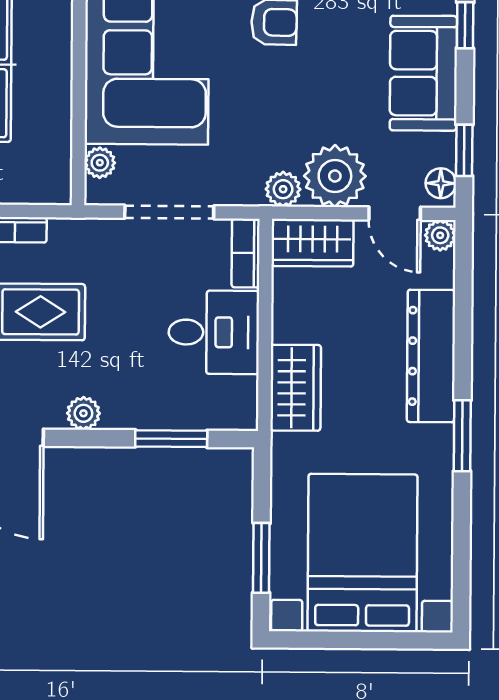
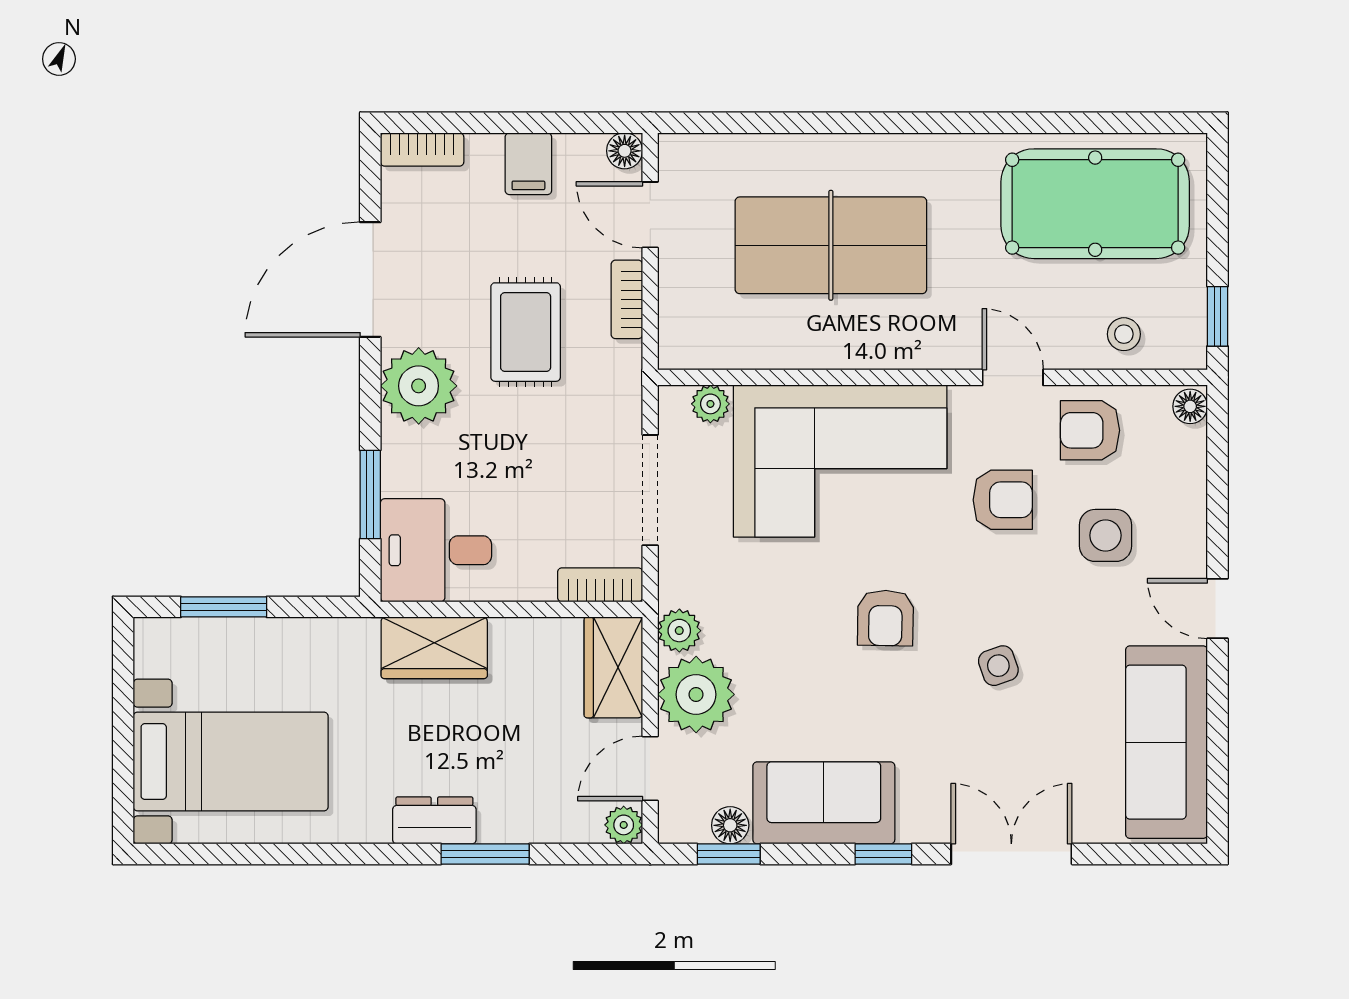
floor lamp: (441, 183) -> (730, 825), moved
desk: (214, 332) -> (436, 550), moved, turned 90
dresser: (431, 356) -> (434, 820), width x0.51, depth x0.80
plant: (83, 413) -> (419, 386), width x1.88, depth x1.88
window: (462, 436) -> (485, 854), moved
bed with nightstands: (362, 553) -> (231, 762), width x0.73

